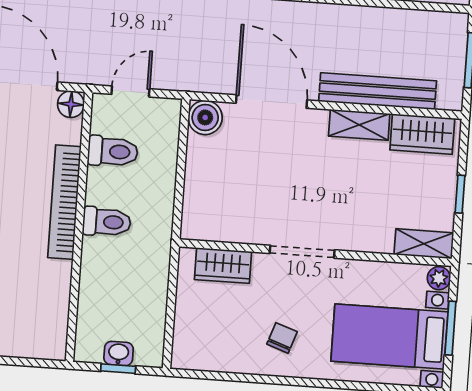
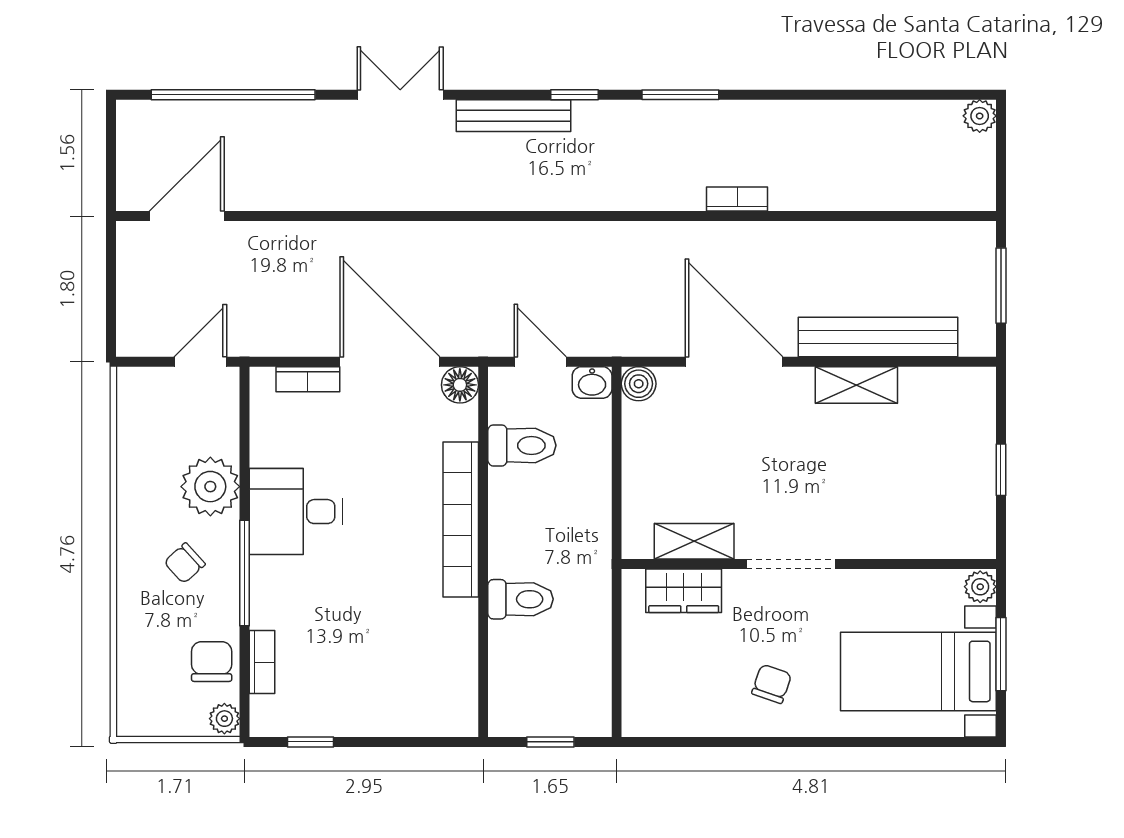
door: (130, 91) -> (540, 362), hinge flipped
boiler: (205, 117) -> (639, 384), width x0.73, depth x0.73
wardrobe: (422, 134) -> (943, 391), removed
toilet: (107, 222) -> (521, 599), moved
shelving: (424, 244) -> (694, 541), moved
washbasin: (119, 353) -> (592, 382), moved, turned 180

